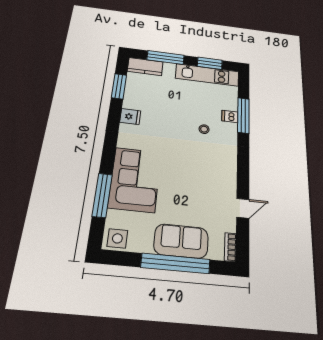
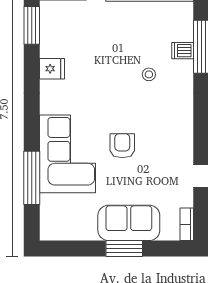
armchair: (180, 178) -> (122, 146), added
side table: (117, 238) -> (56, 227), removed
window: (175, 263) -> (124, 249), width x0.47

